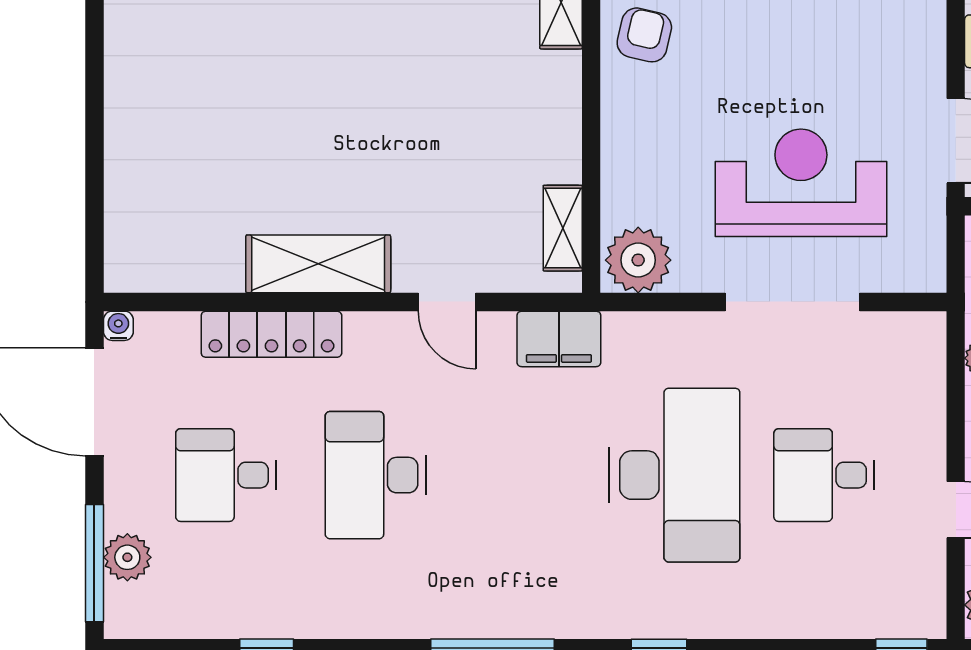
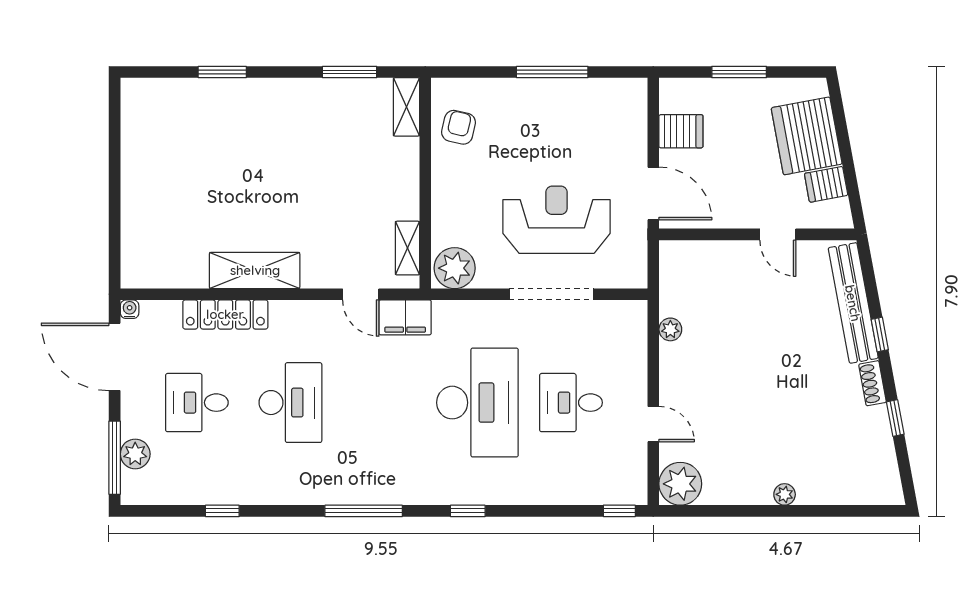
door: (447, 302) -> (361, 294), moved
desk: (376, 475) -> (290, 403), turned 180

